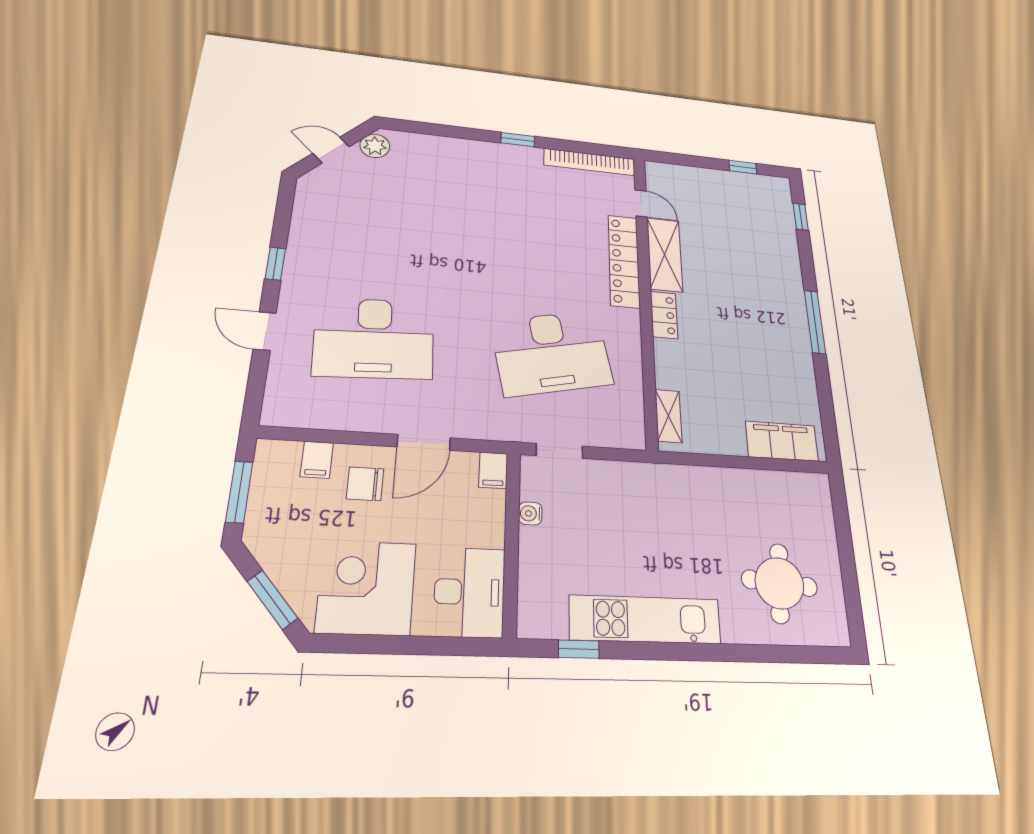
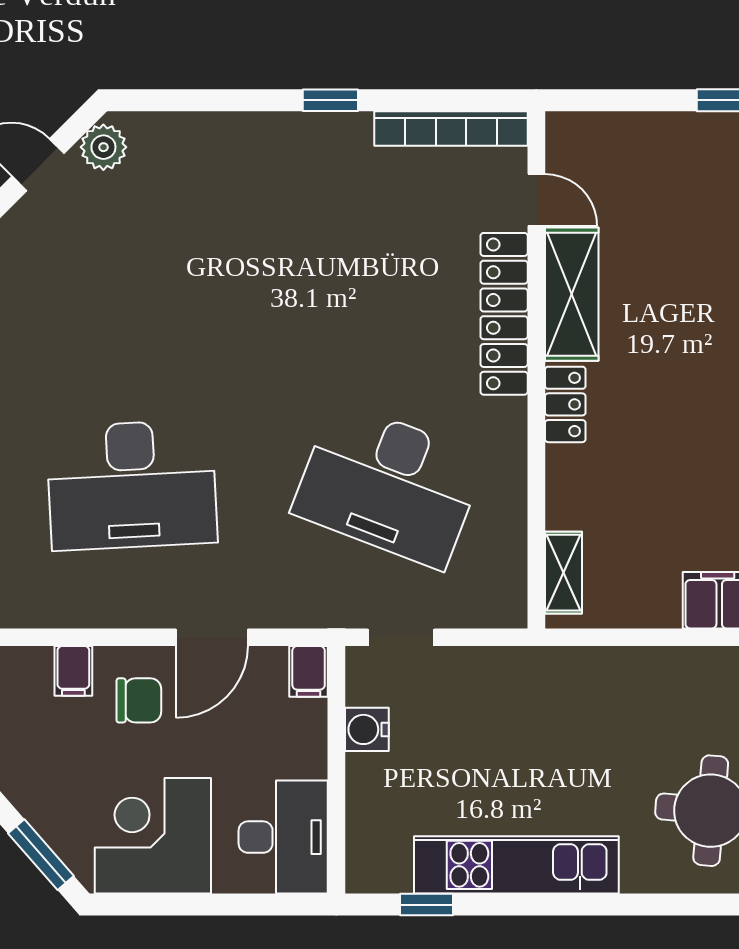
desk: (552, 353) -> (389, 485), turned 33
chair: (365, 484) -> (139, 700), turned 180
water cooler: (530, 513) -> (367, 729), width x1.38, depth x1.38

